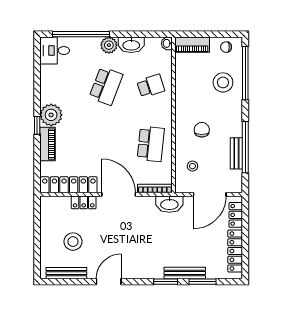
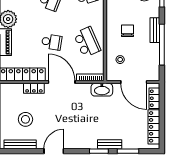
school desk: (106, 144) -> (52, 42), added
school desk: (151, 144) -> (87, 42), turned -30
bench: (236, 153) -> (155, 30), moved
door: (210, 194) -> (134, 82), hinge flipped
bench: (185, 273) -> (110, 144), width x0.73

